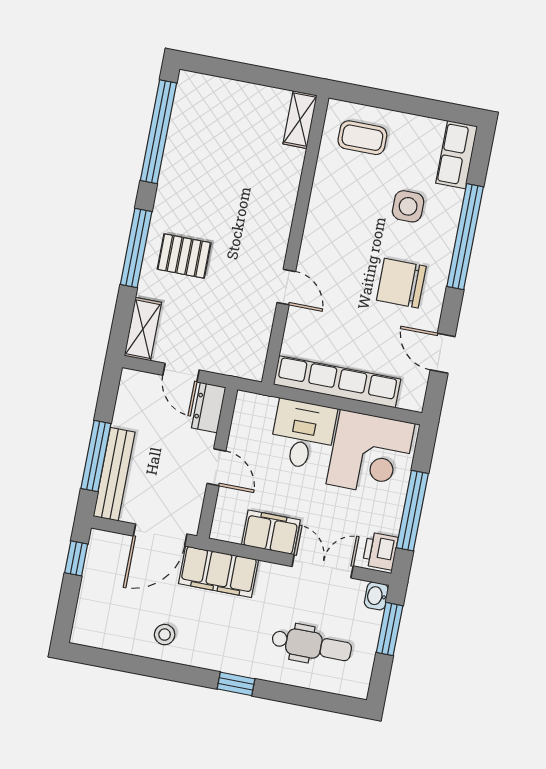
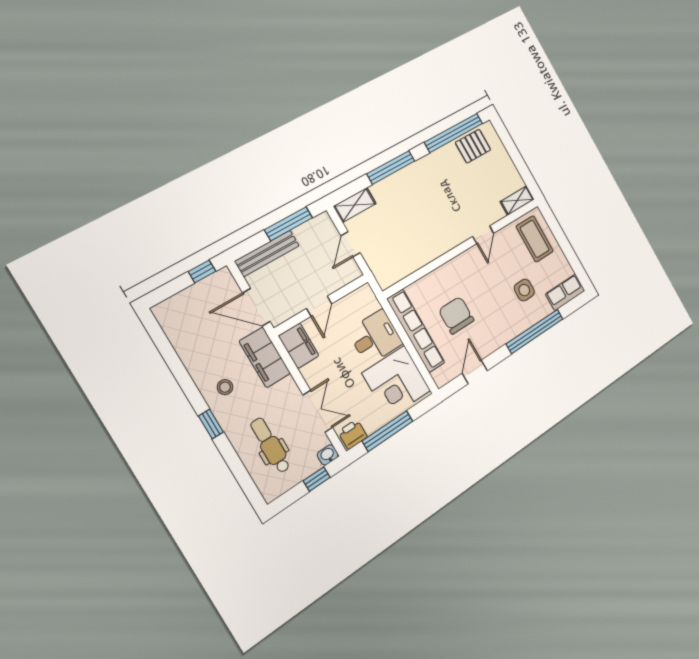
coffee table: (362, 138) -> (535, 239), width x1.36, depth x1.30
pallet: (184, 256) -> (473, 146), moved, turned 90
chair: (401, 283) -> (456, 315), moved
door: (286, 287) -> (483, 235), moved
dresser: (209, 408) -> (346, 275), removed
window: (96, 456) -> (289, 224), moved
filing cabinet: (271, 532) -> (299, 346), moved
window: (390, 629) -> (317, 479), width x0.67
stool: (165, 635) -> (225, 387), moved
dental chair: (312, 645) -> (270, 445), turned 180

